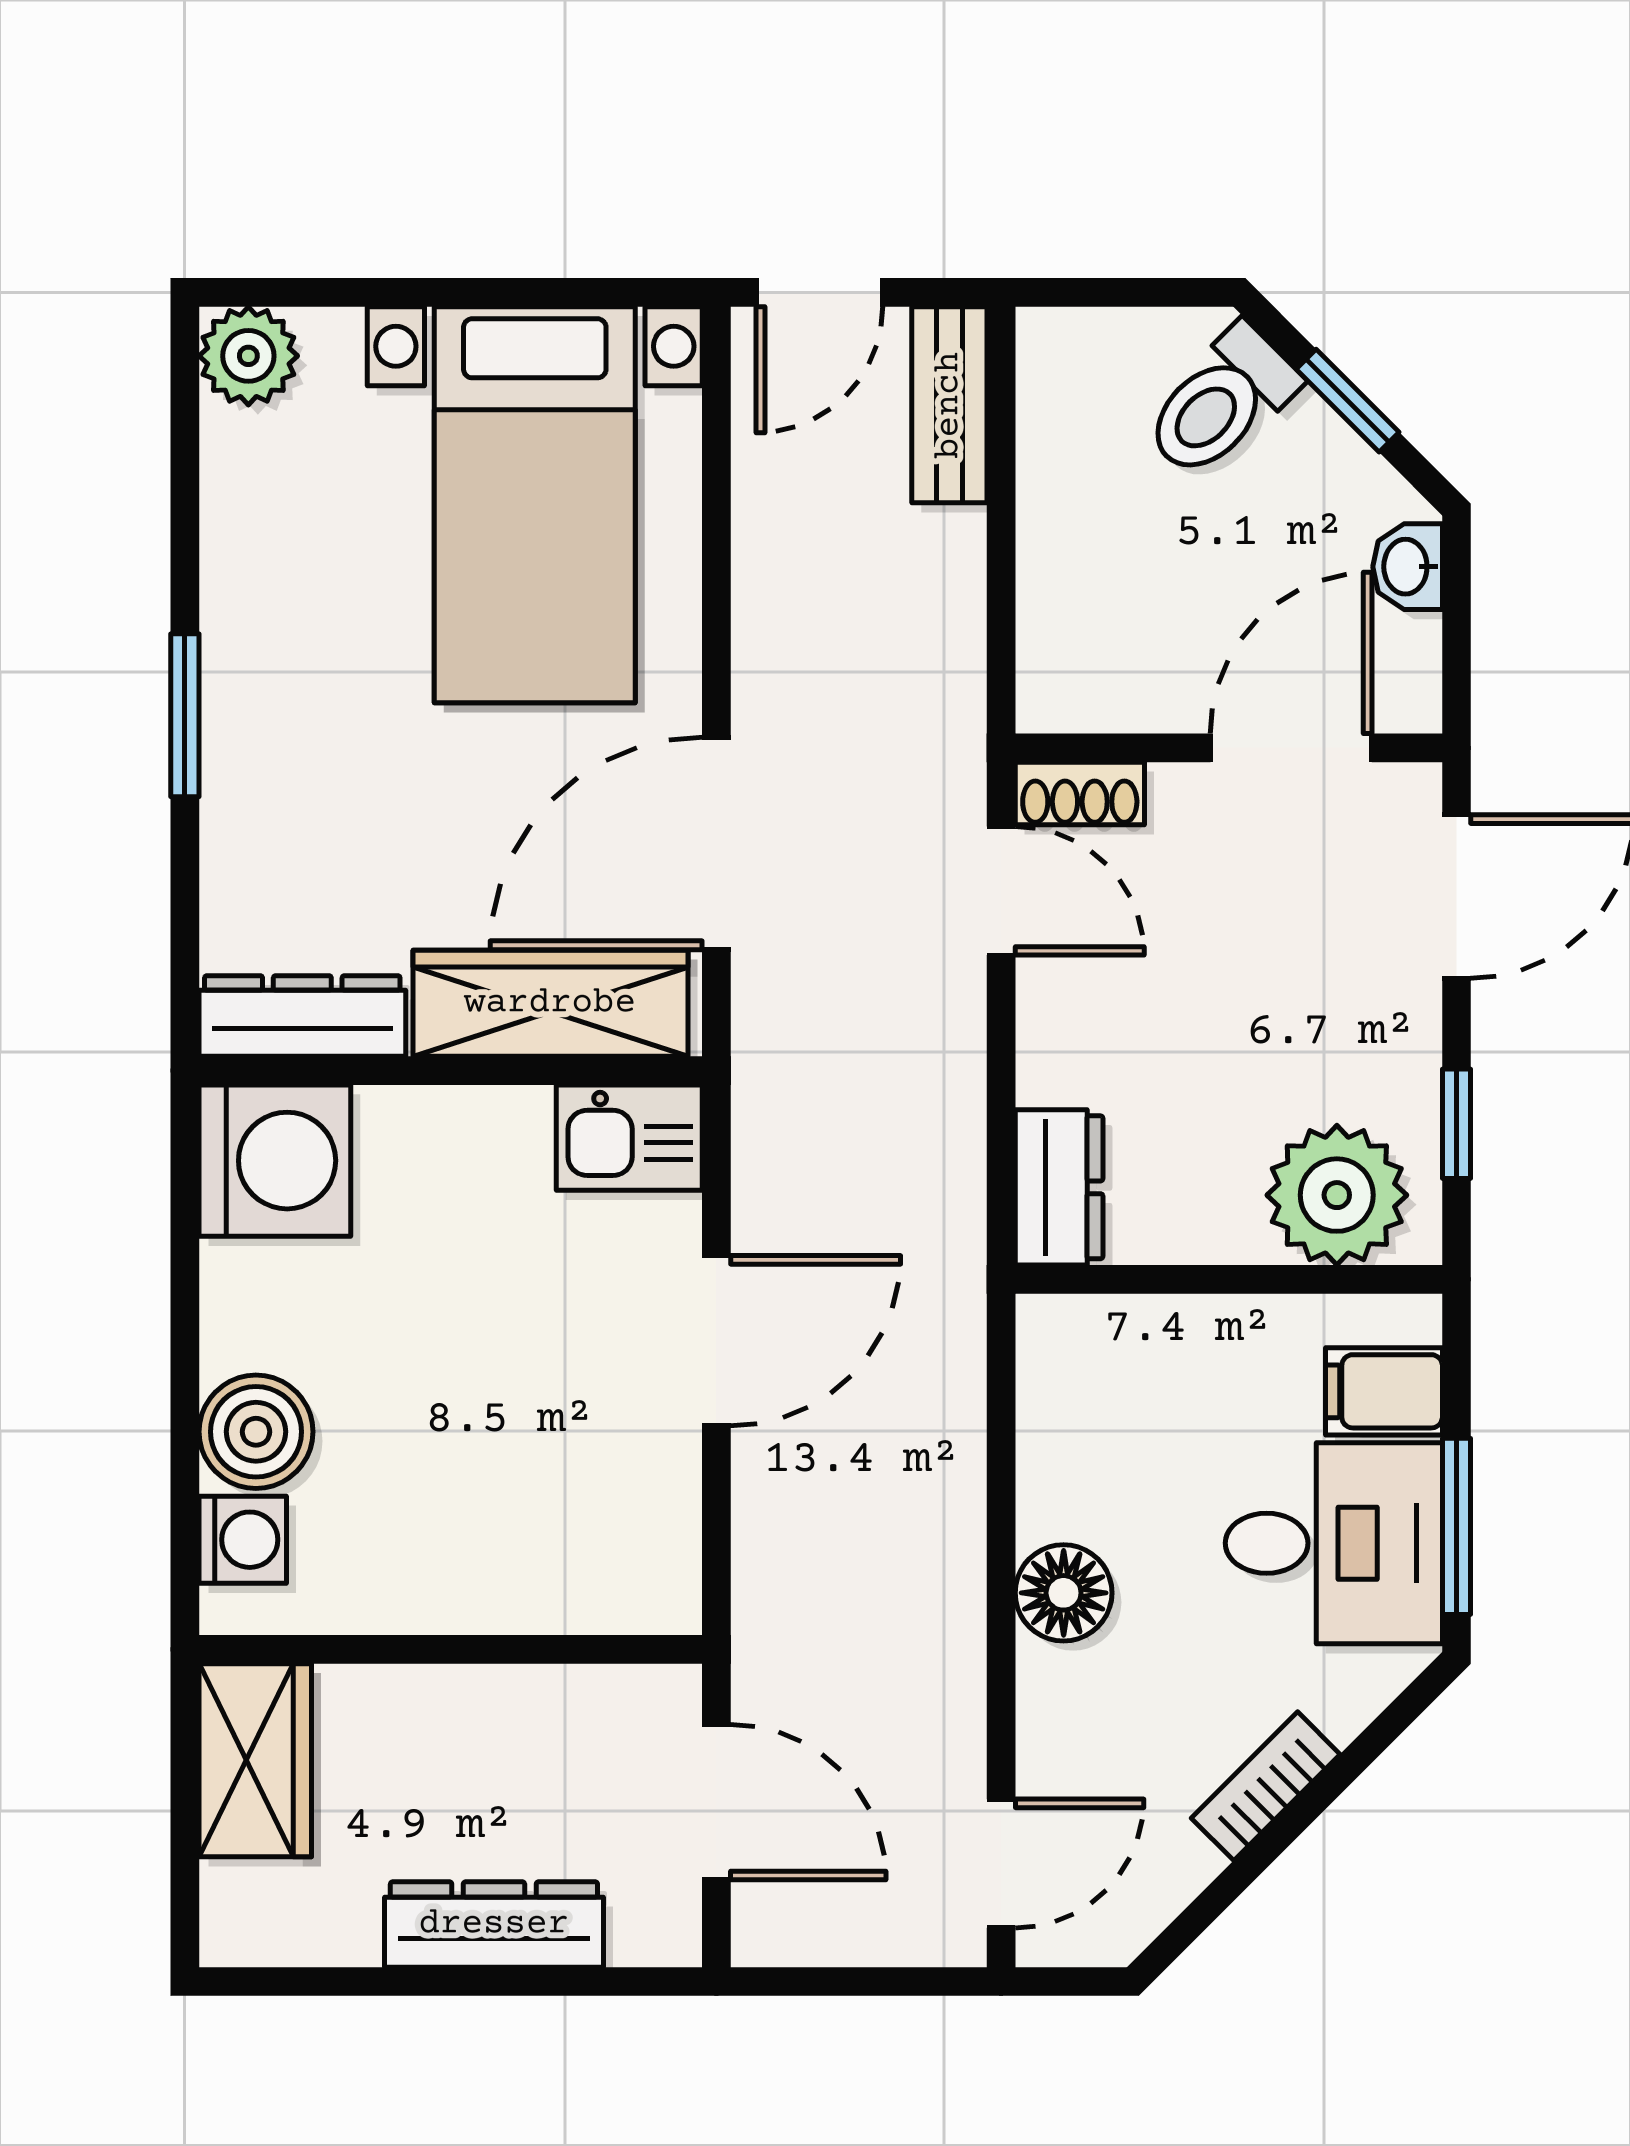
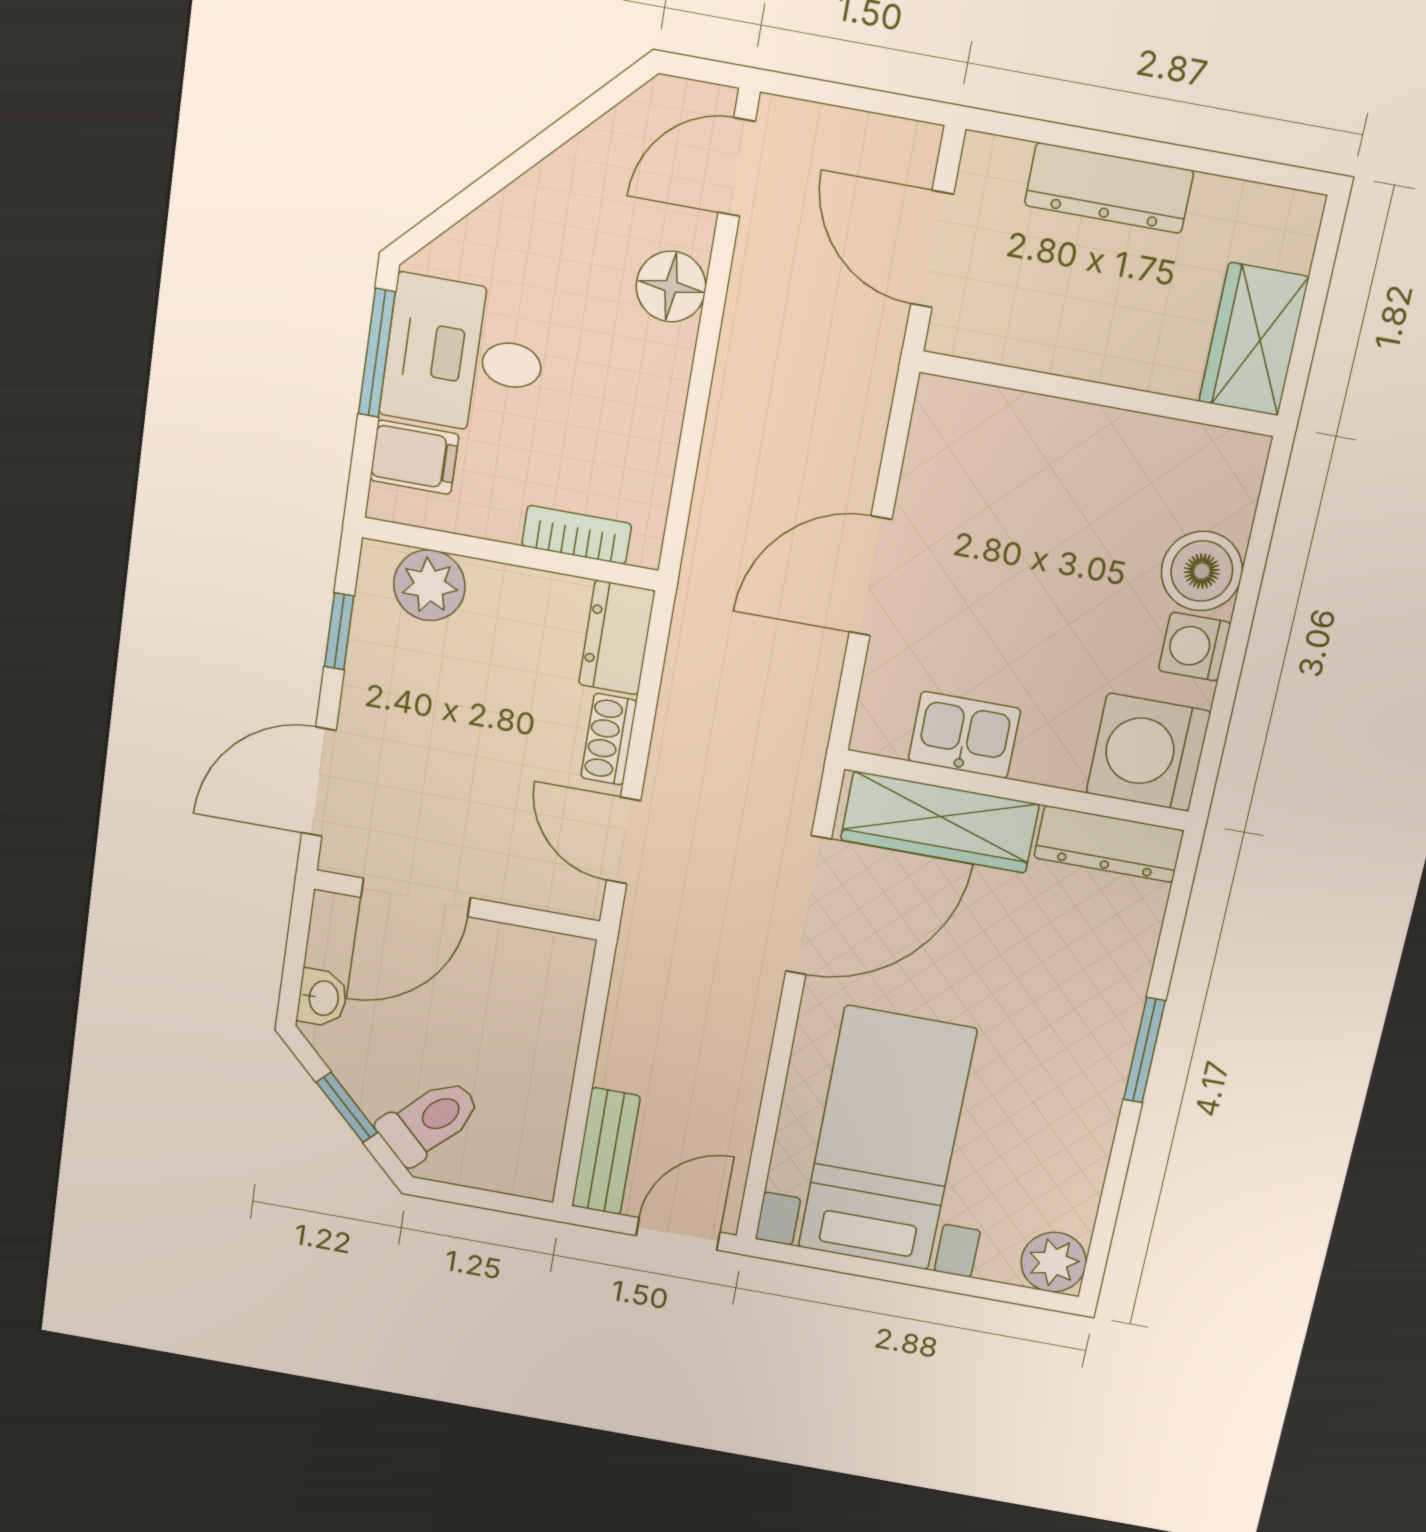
shoe rack: (1080, 794) -> (609, 739), moved, turned -90
kitchen sink: (629, 1138) -> (964, 735), moved
plant: (1337, 1195) -> (429, 585), width x0.73, depth x0.73
washing machine: (243, 1540) -> (1195, 647), moved
floor lamp: (1064, 1593) -> (671, 287), moved
bookcase: (1266, 1786) -> (577, 535), moved, turned -135

